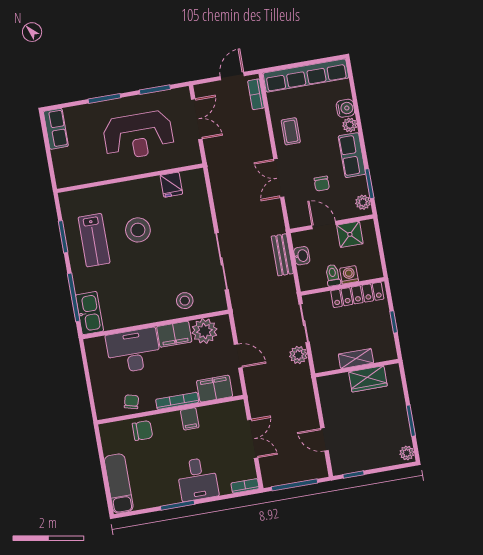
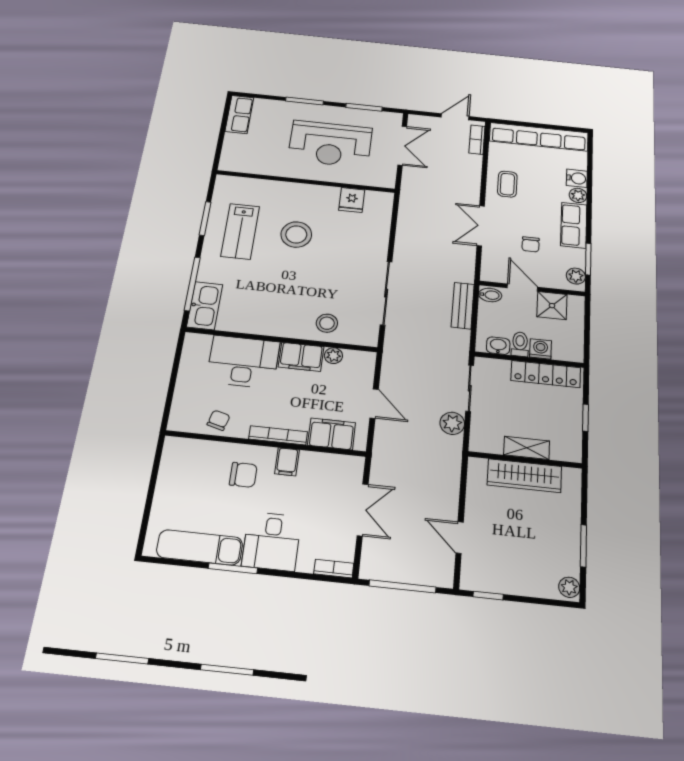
bidet: (301, 239) -> (490, 295), added
washbasin: (302, 256) -> (498, 346), moved, turned -90
plant: (204, 331) -> (333, 356), width x0.53, depth x0.53
wardrobe: (368, 379) -> (524, 476), width x1.50
chair: (142, 430) -> (243, 475), moved
exam couch: (119, 484) -> (200, 547), moved, turned -90

